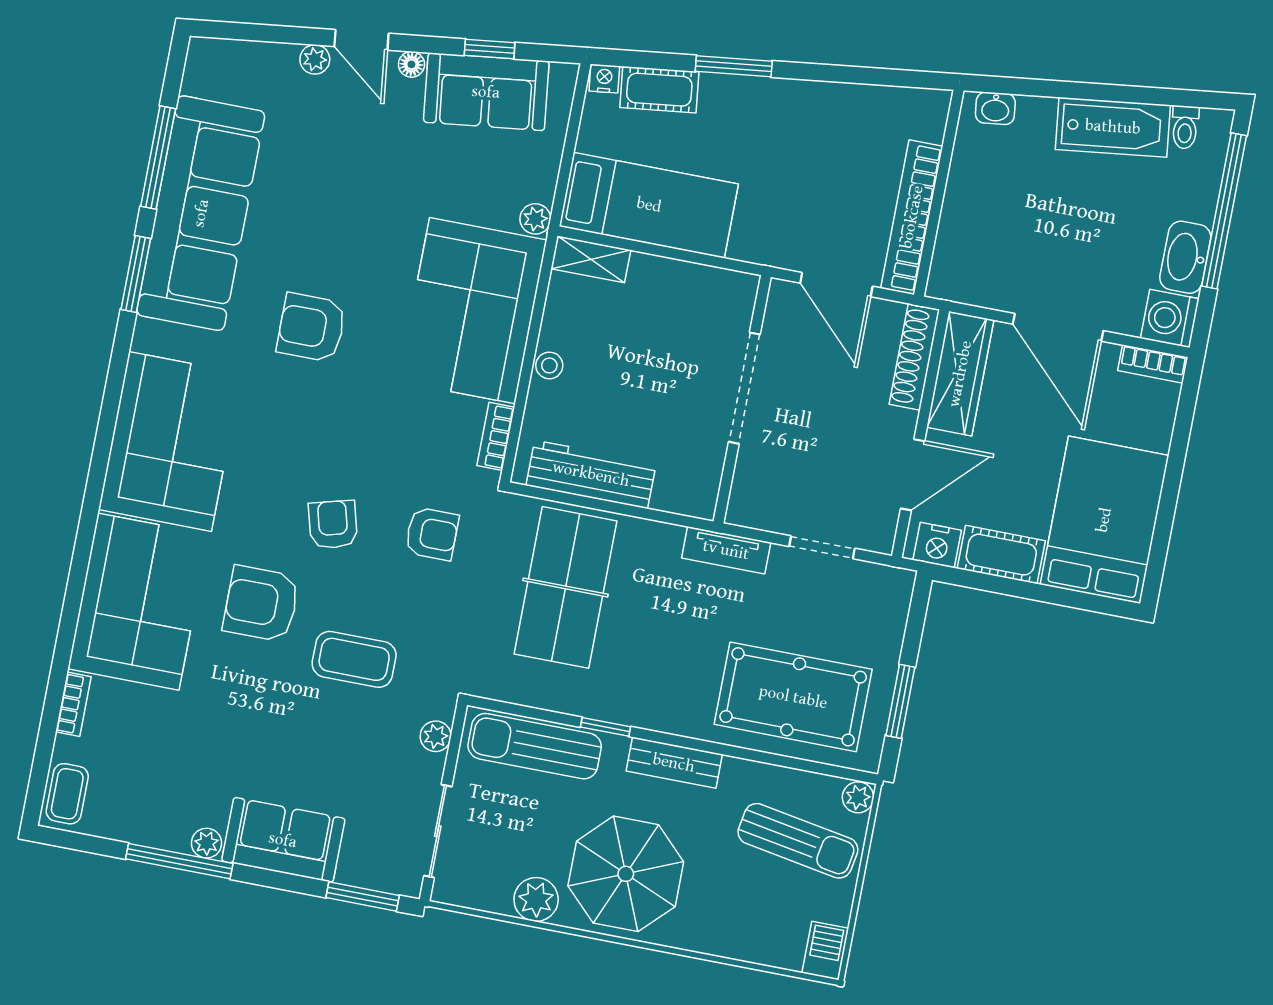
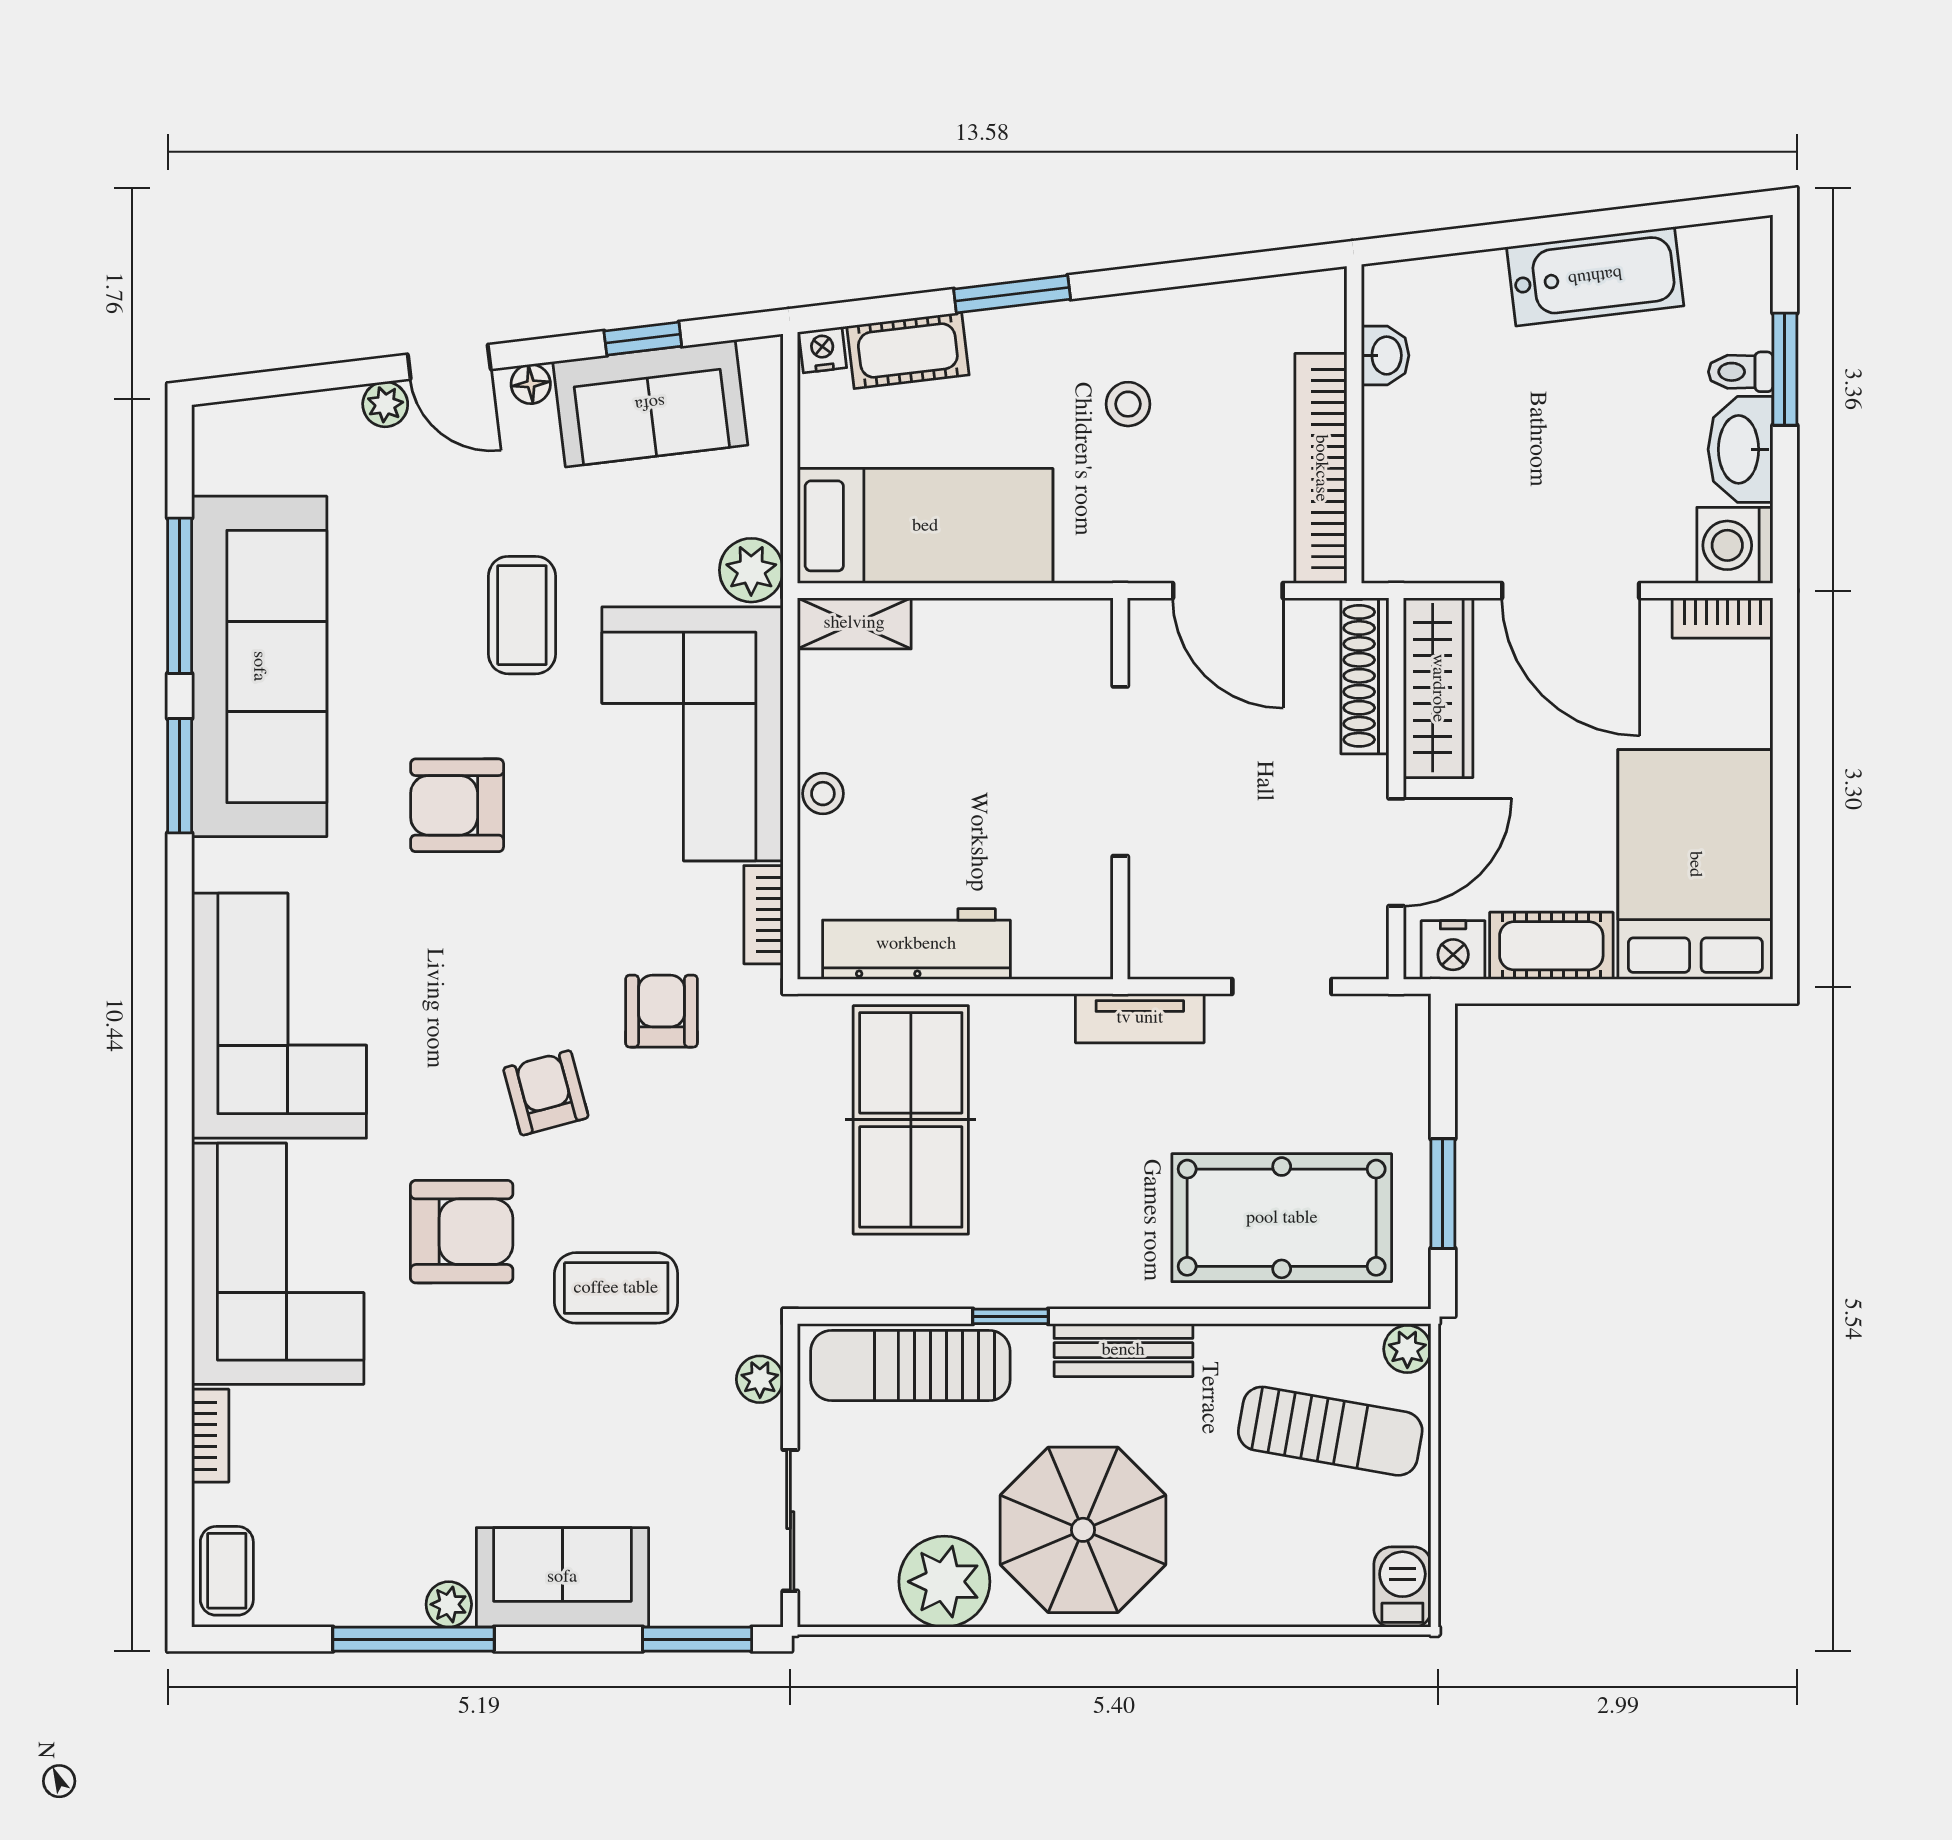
washbasin: (995, 108) -> (1385, 355), moved, turned -83
toilet: (1185, 127) -> (1741, 372), moved, turned 97
stool: (795, 152) -> (1128, 404), added
window: (1224, 211) -> (1785, 369), width x0.47
coffee table: (377, 213) -> (522, 615), added
plant: (535, 219) -> (751, 570), width x1.38, depth x1.38
armchair: (432, 534) -> (662, 1011), moved, turned -90
armchair: (261, 604) -> (462, 1232), turned 180
plant: (536, 899) -> (944, 1582), width x1.36, depth x1.36

